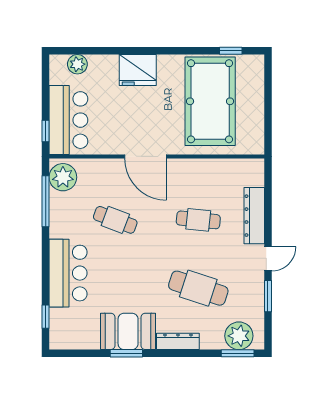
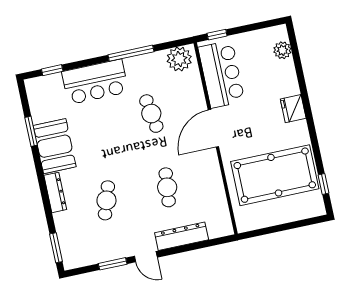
fridge: (138, 70) -> (293, 109), width x0.73, depth x0.75
bar counter: (68, 120) -> (221, 74), moved, turned -90
window: (46, 201) -> (131, 53), moved
cafe table: (115, 220) -> (151, 114), turned -30
cafe table: (198, 288) -> (106, 200), width x0.73, depth x0.74
plant: (239, 336) -> (72, 246), removed
window: (126, 353) -> (31, 131), moved

